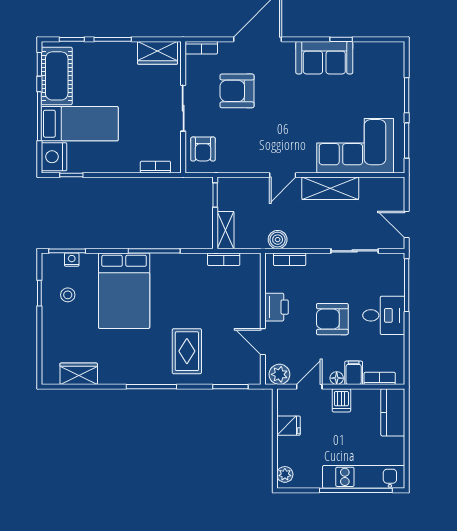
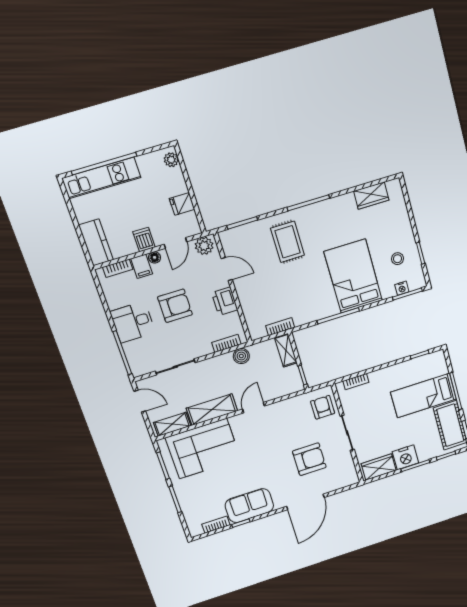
bookcase: (201, 48) -> (216, 525), moved
nightstand: (54, 157) -> (405, 457), moved, turned 90
shelving: (380, 186) -> (172, 424), added

